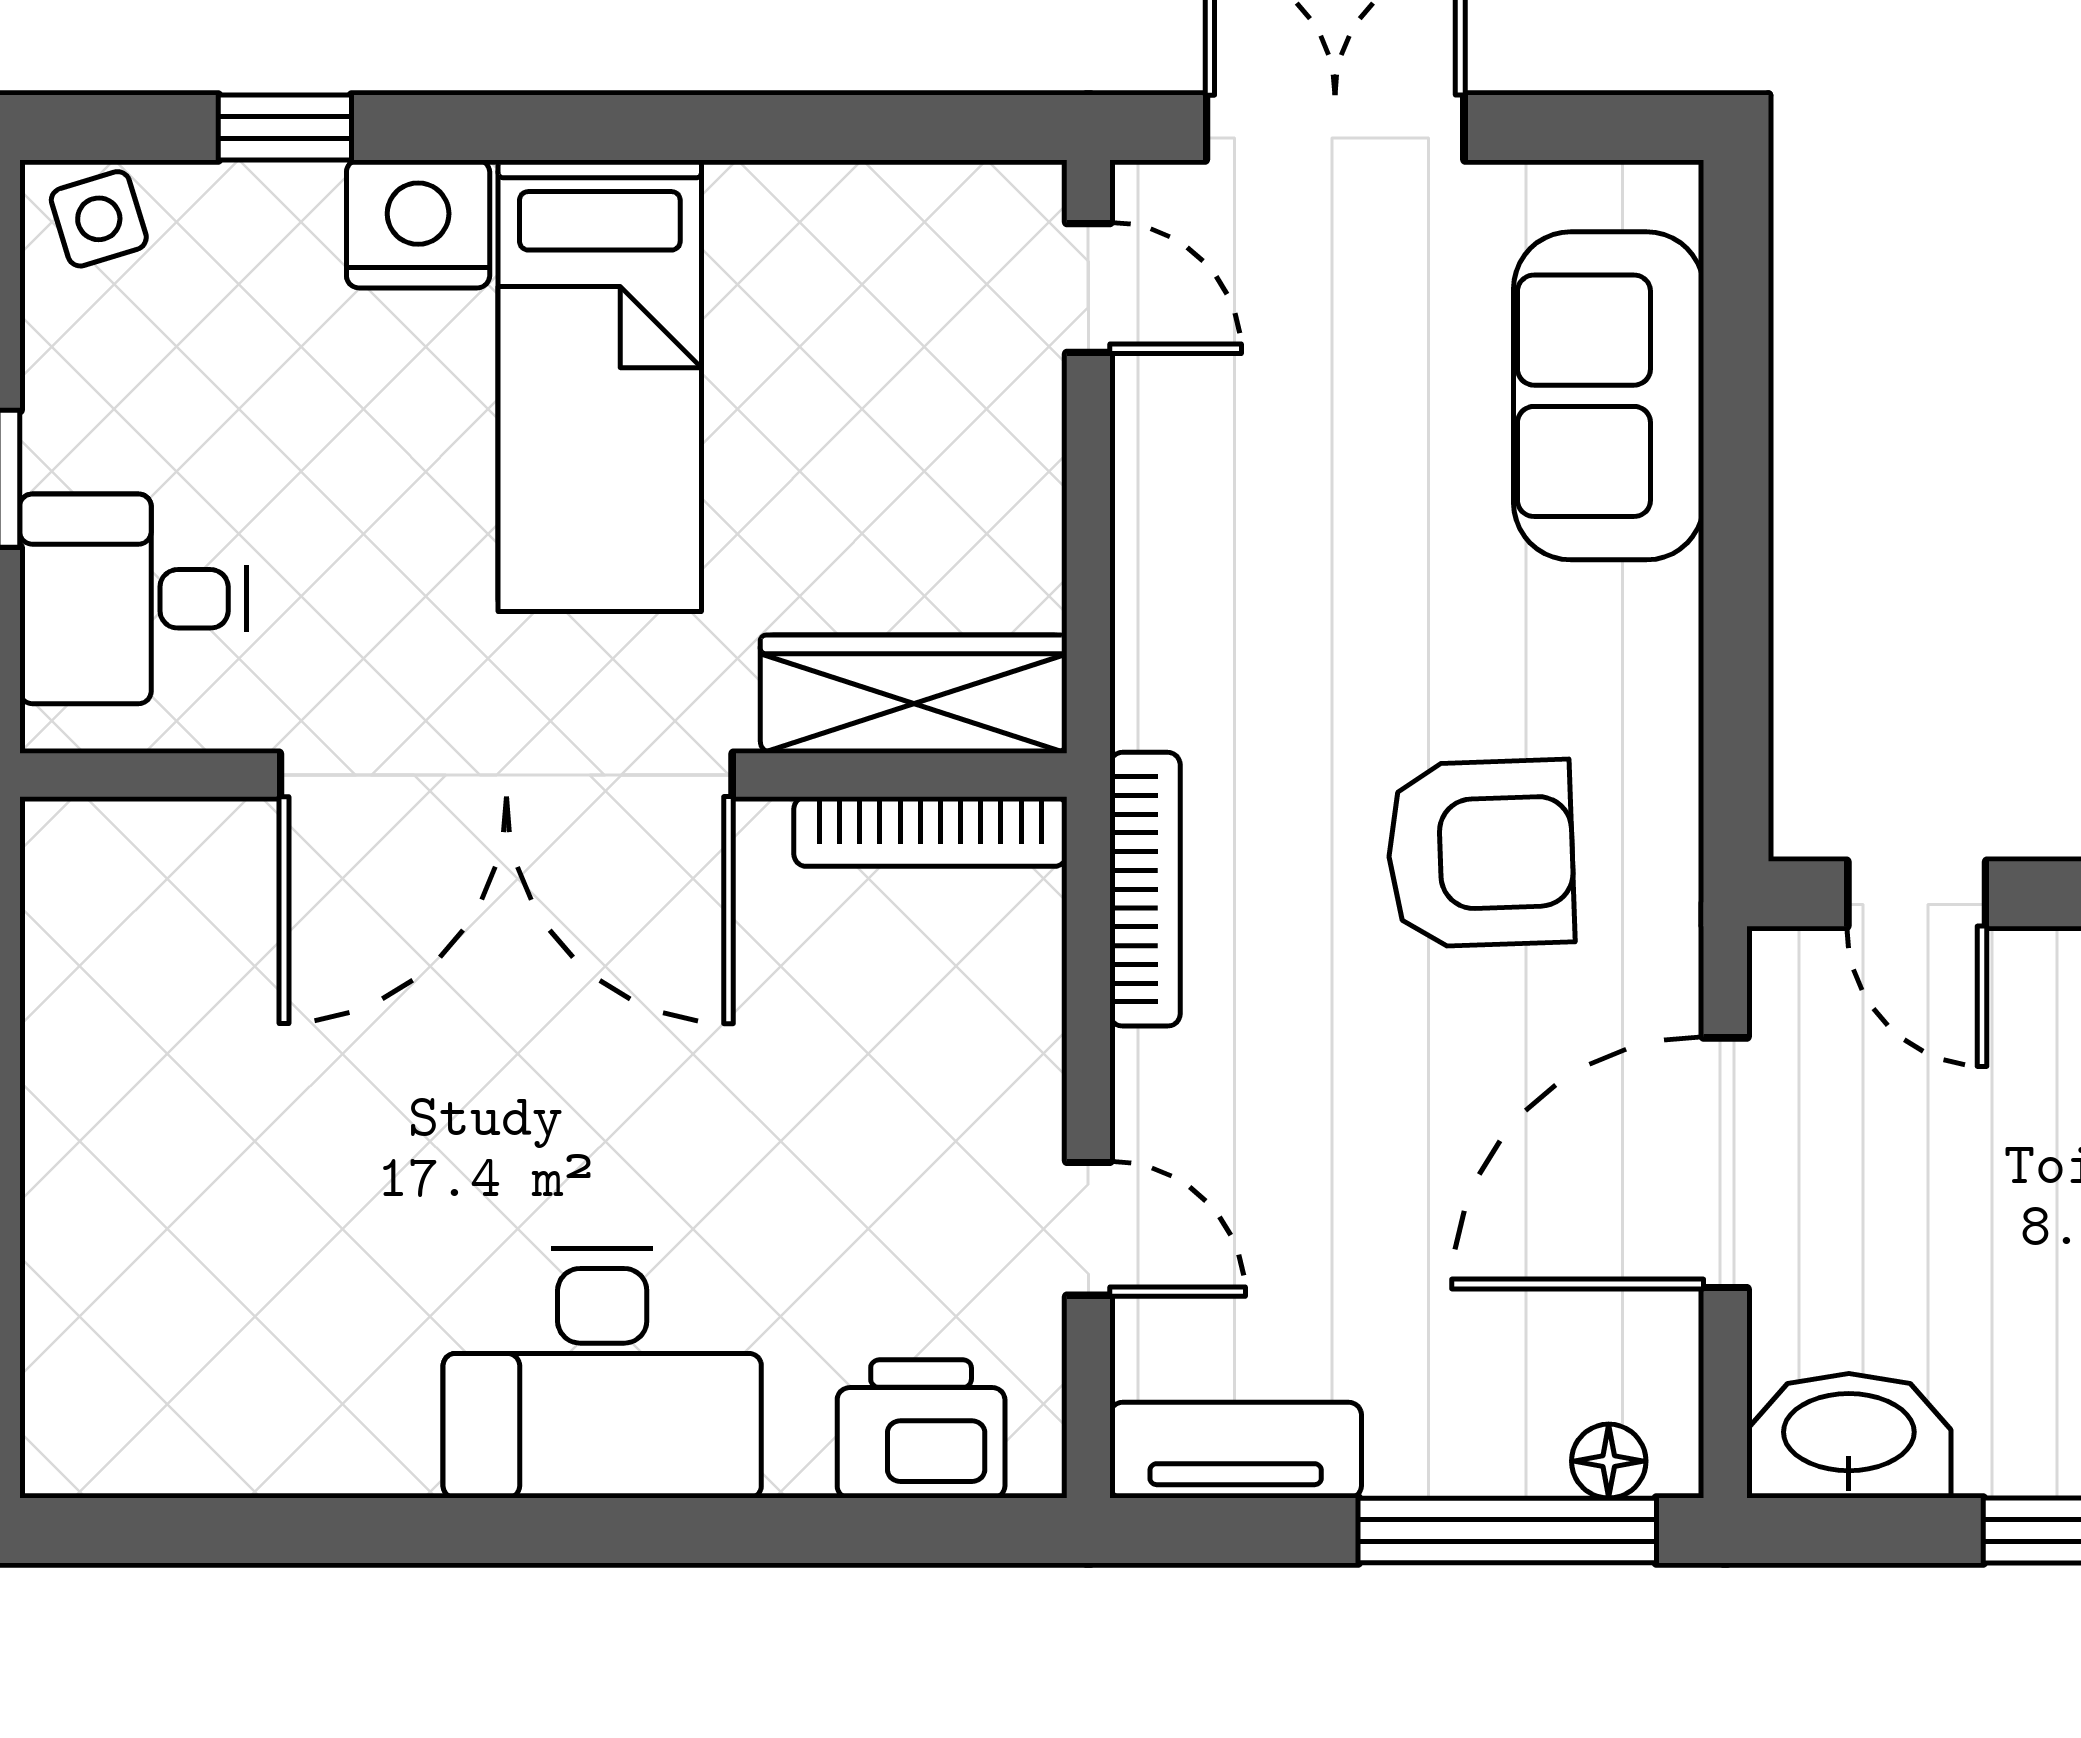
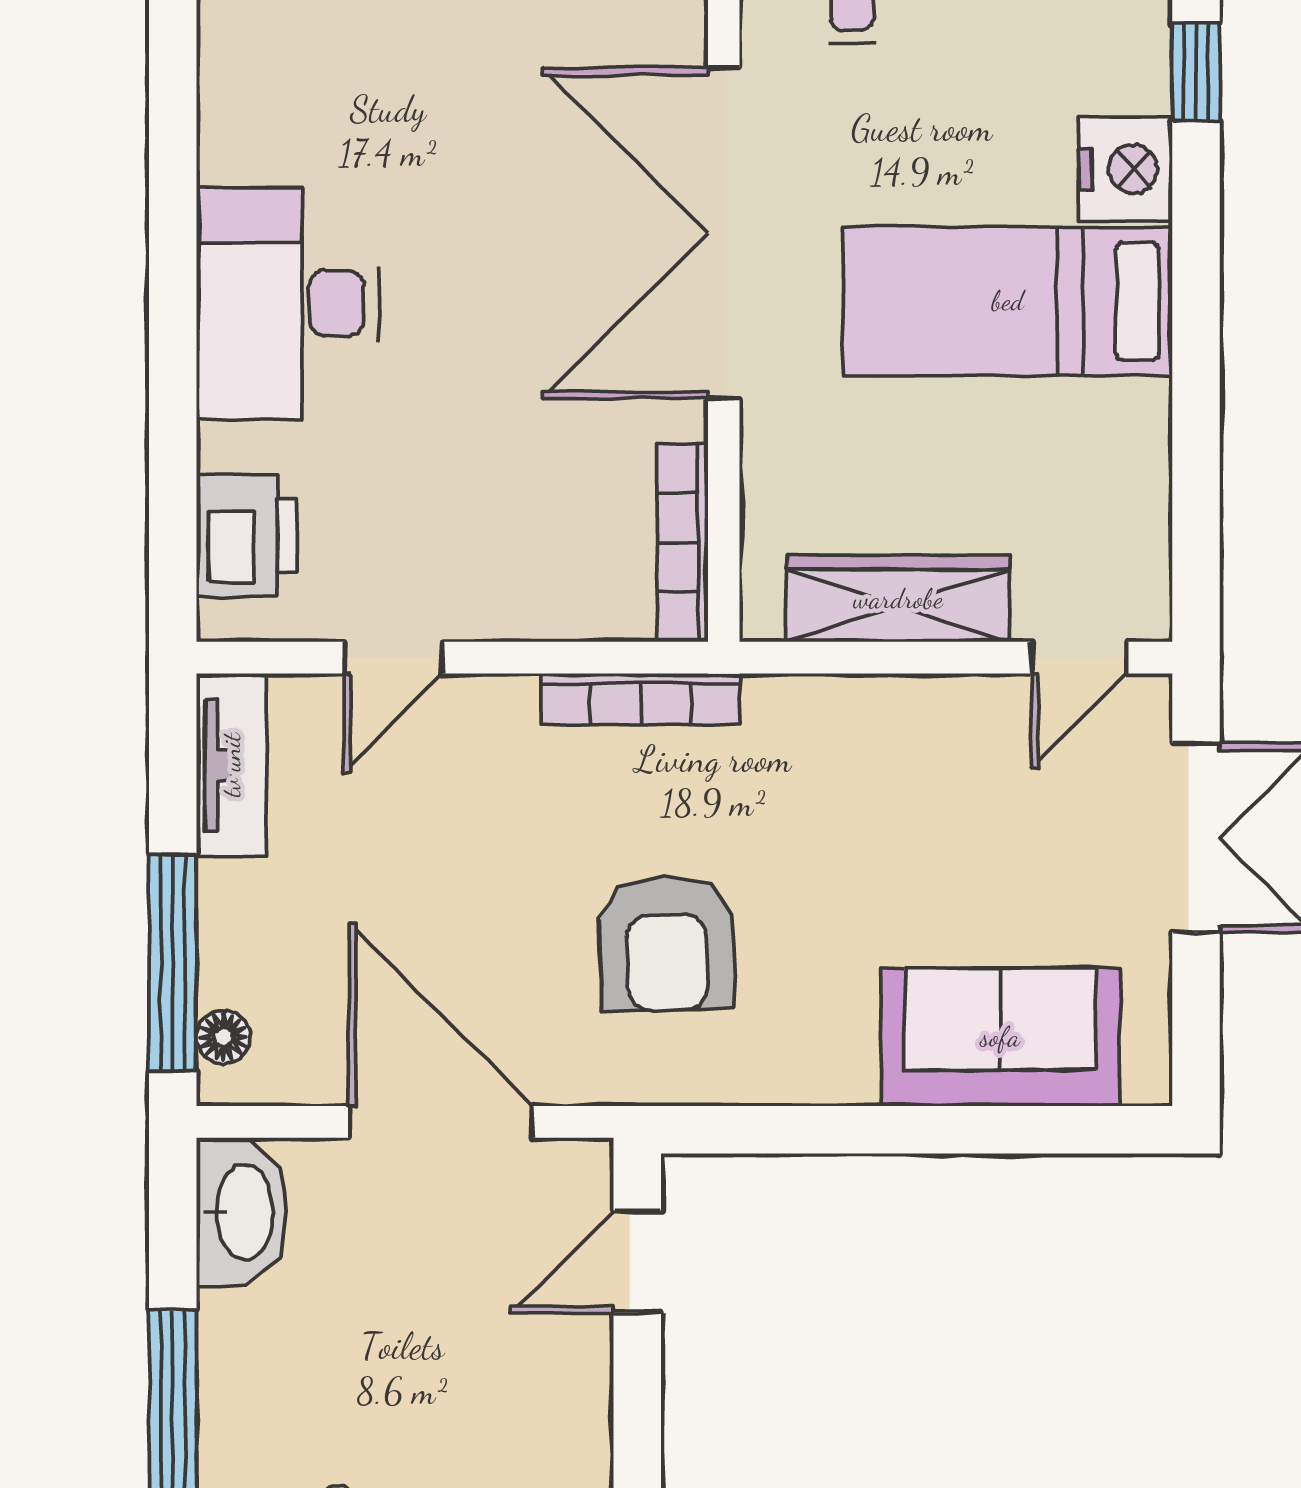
wardrobe: (914, 694) -> (898, 599), moved, turned -90

